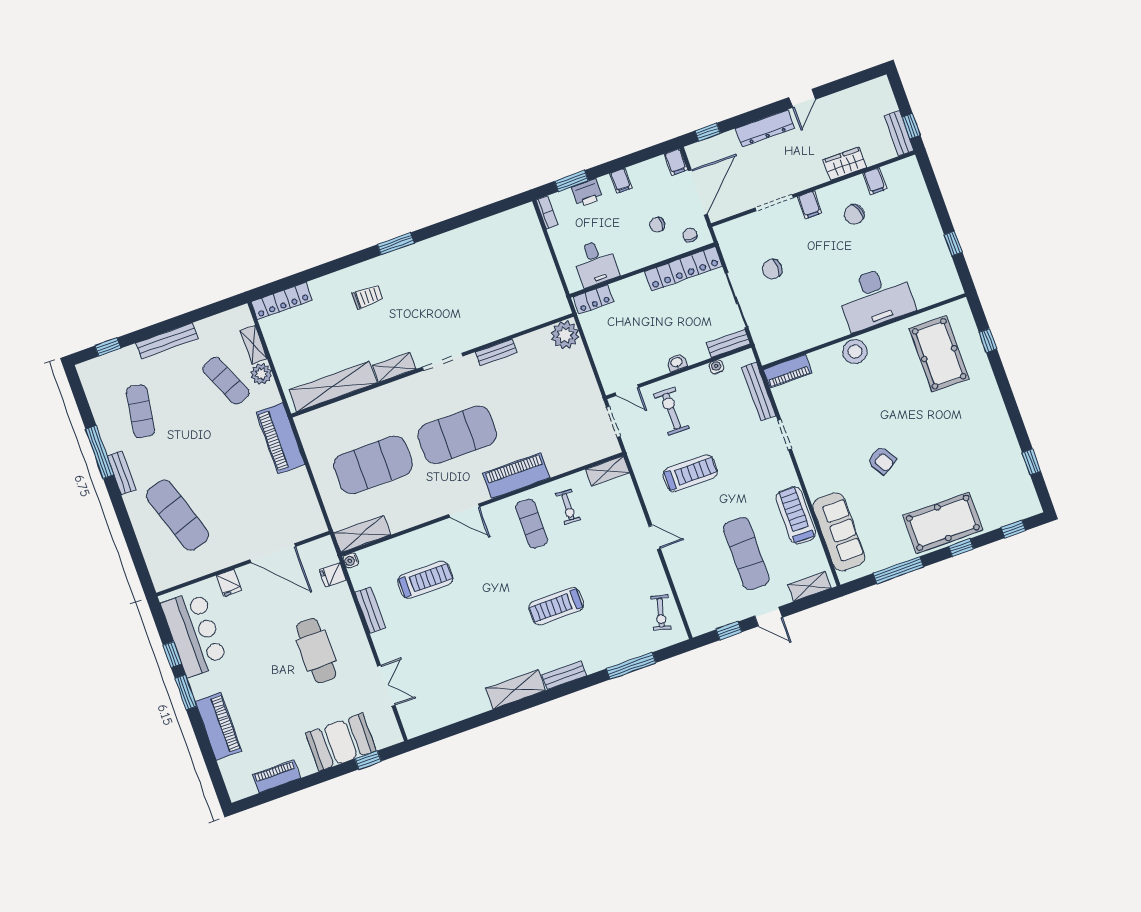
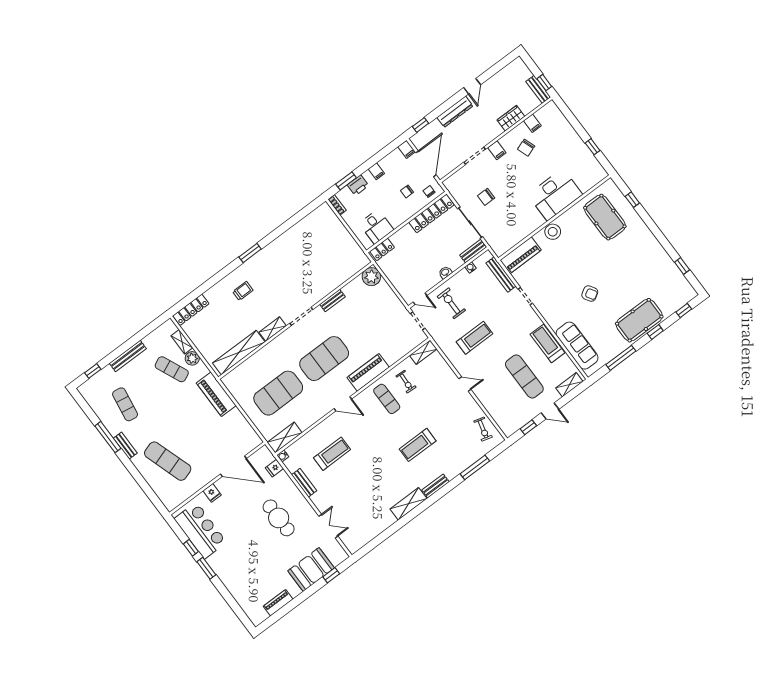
piano: (788, 371) -> (521, 255), width x1.37, depth x1.33
piano: (218, 726) -> (233, 583), removed

